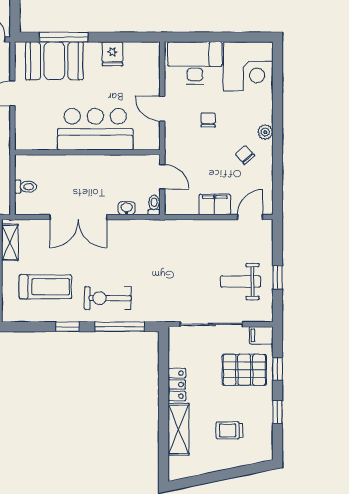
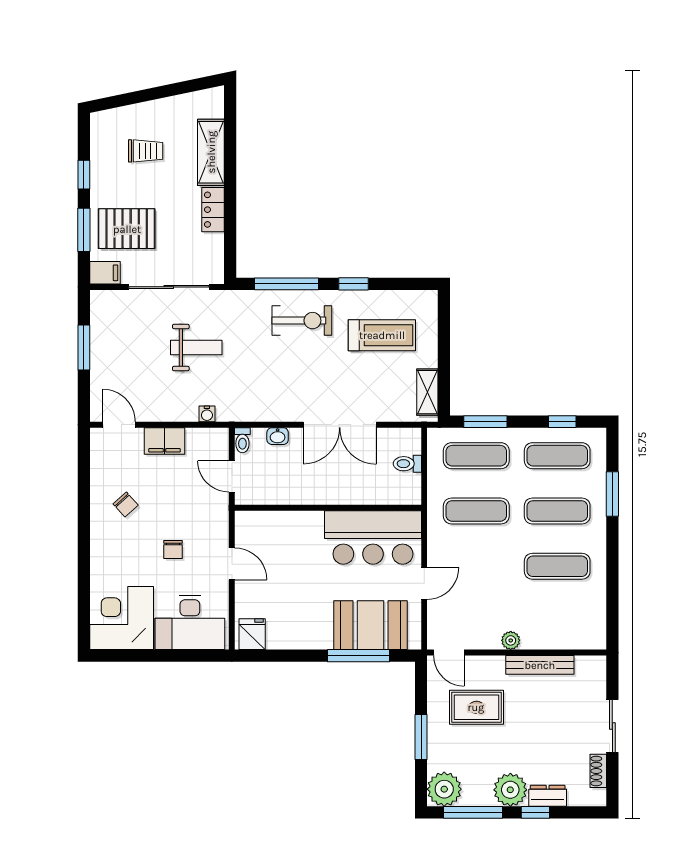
fridge: (112, 54) -> (252, 634), moved
bar counter: (95, 129) -> (373, 537), moved
plant: (265, 132) -> (100, 534), removed
double door: (78, 217) -> (340, 425), swing flipped
door: (250, 217) -> (119, 425), swing flipped
water cooler: (182, 225) -> (207, 414), added
window: (277, 277) -> (84, 348), width x1.50
weight bench: (240, 282) -> (196, 347), moved
treadmill: (45, 287) -> (382, 335), turned 180
window: (277, 369) -> (84, 230), width x1.50

